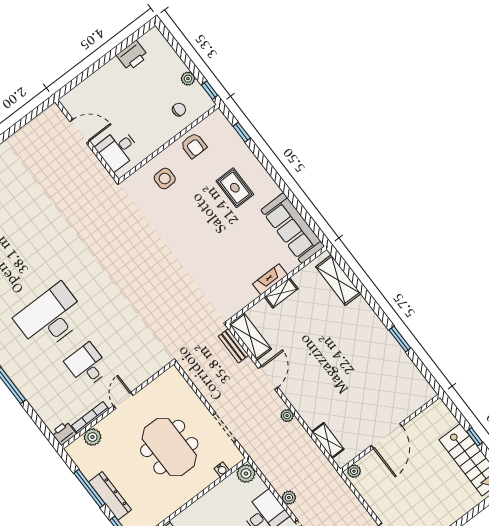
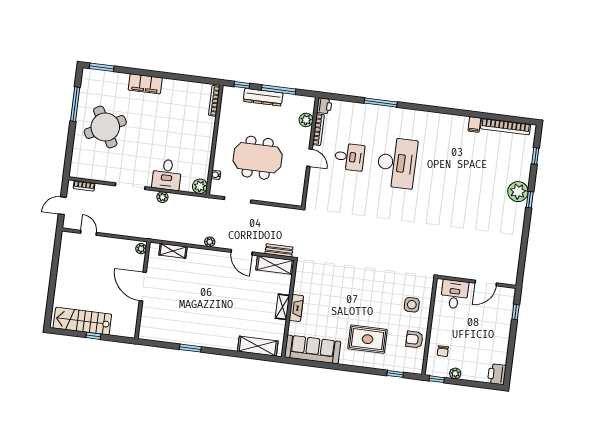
printer: (132, 56) -> (497, 374), moved
window: (79, 79) -> (516, 312), added
rug: (235, 188) -> (367, 339), width x1.36, depth x1.43

